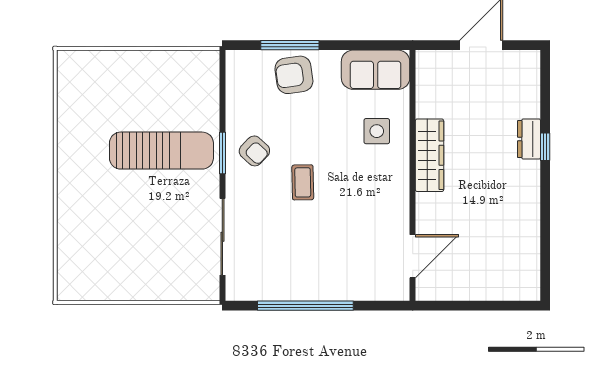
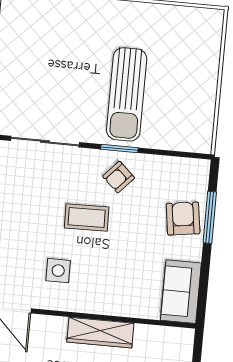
side table: (377, 131) -> (58, 271), moved
coffee table: (303, 182) -> (87, 217), width x1.36, depth x1.30

